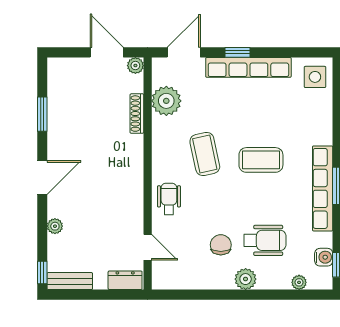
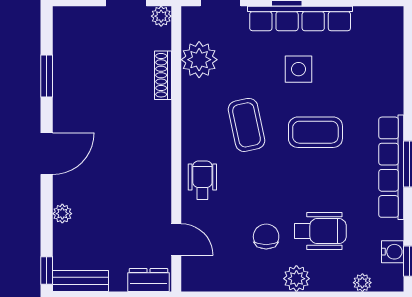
side table: (315, 77) -> (299, 69), moved

